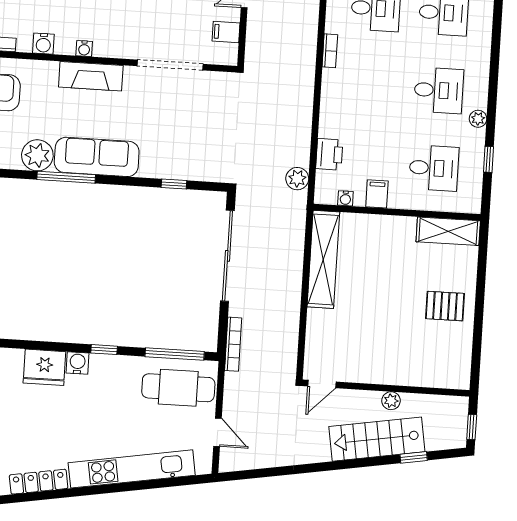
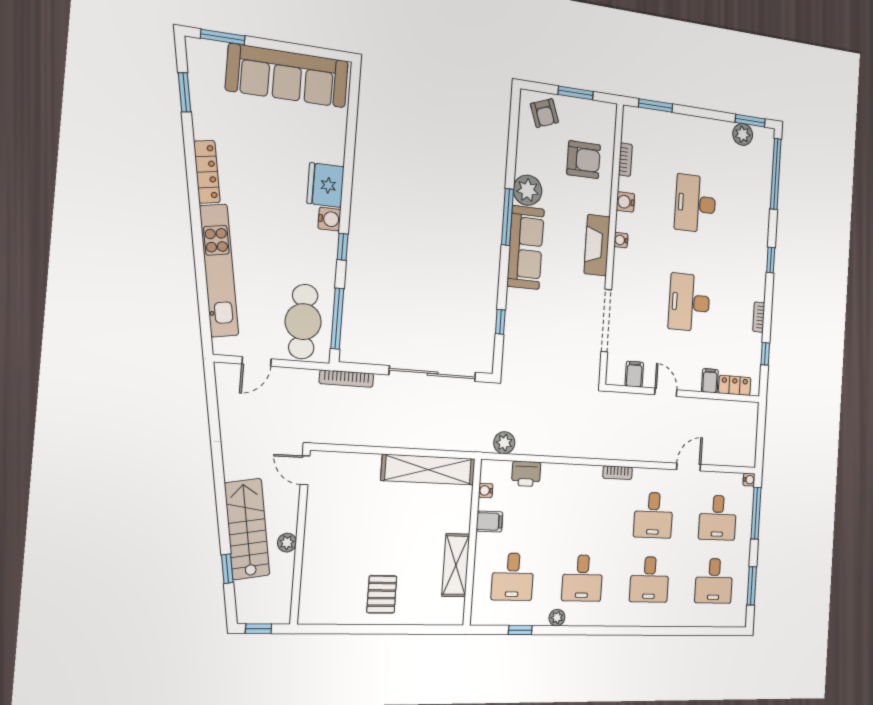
shelving: (448, 231) -> (456, 565), moved

